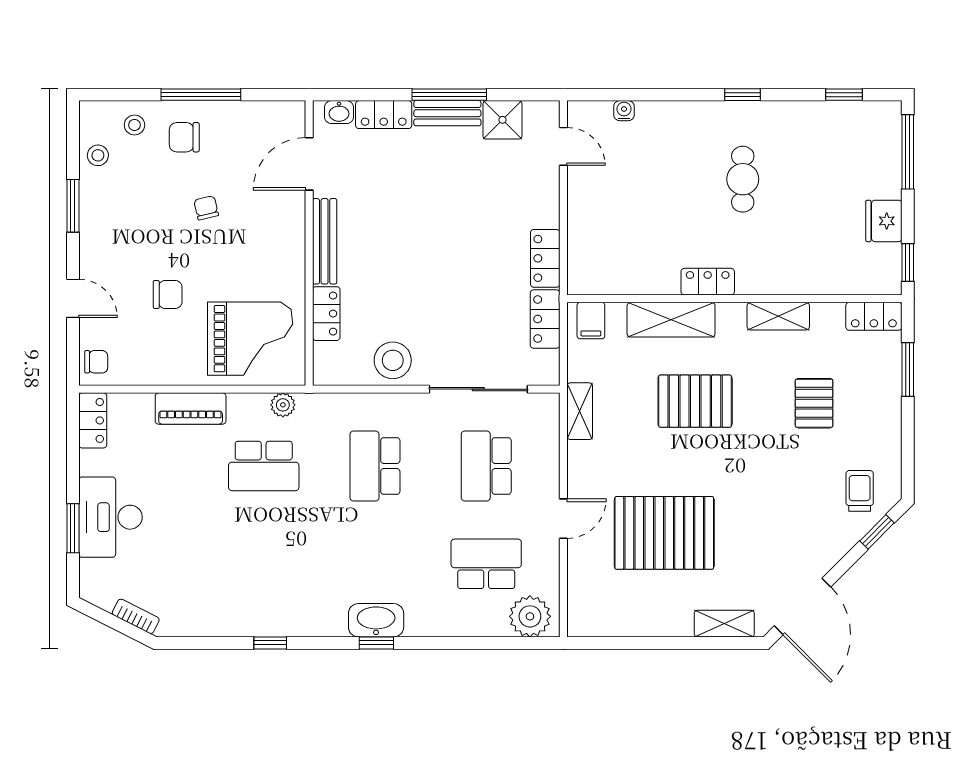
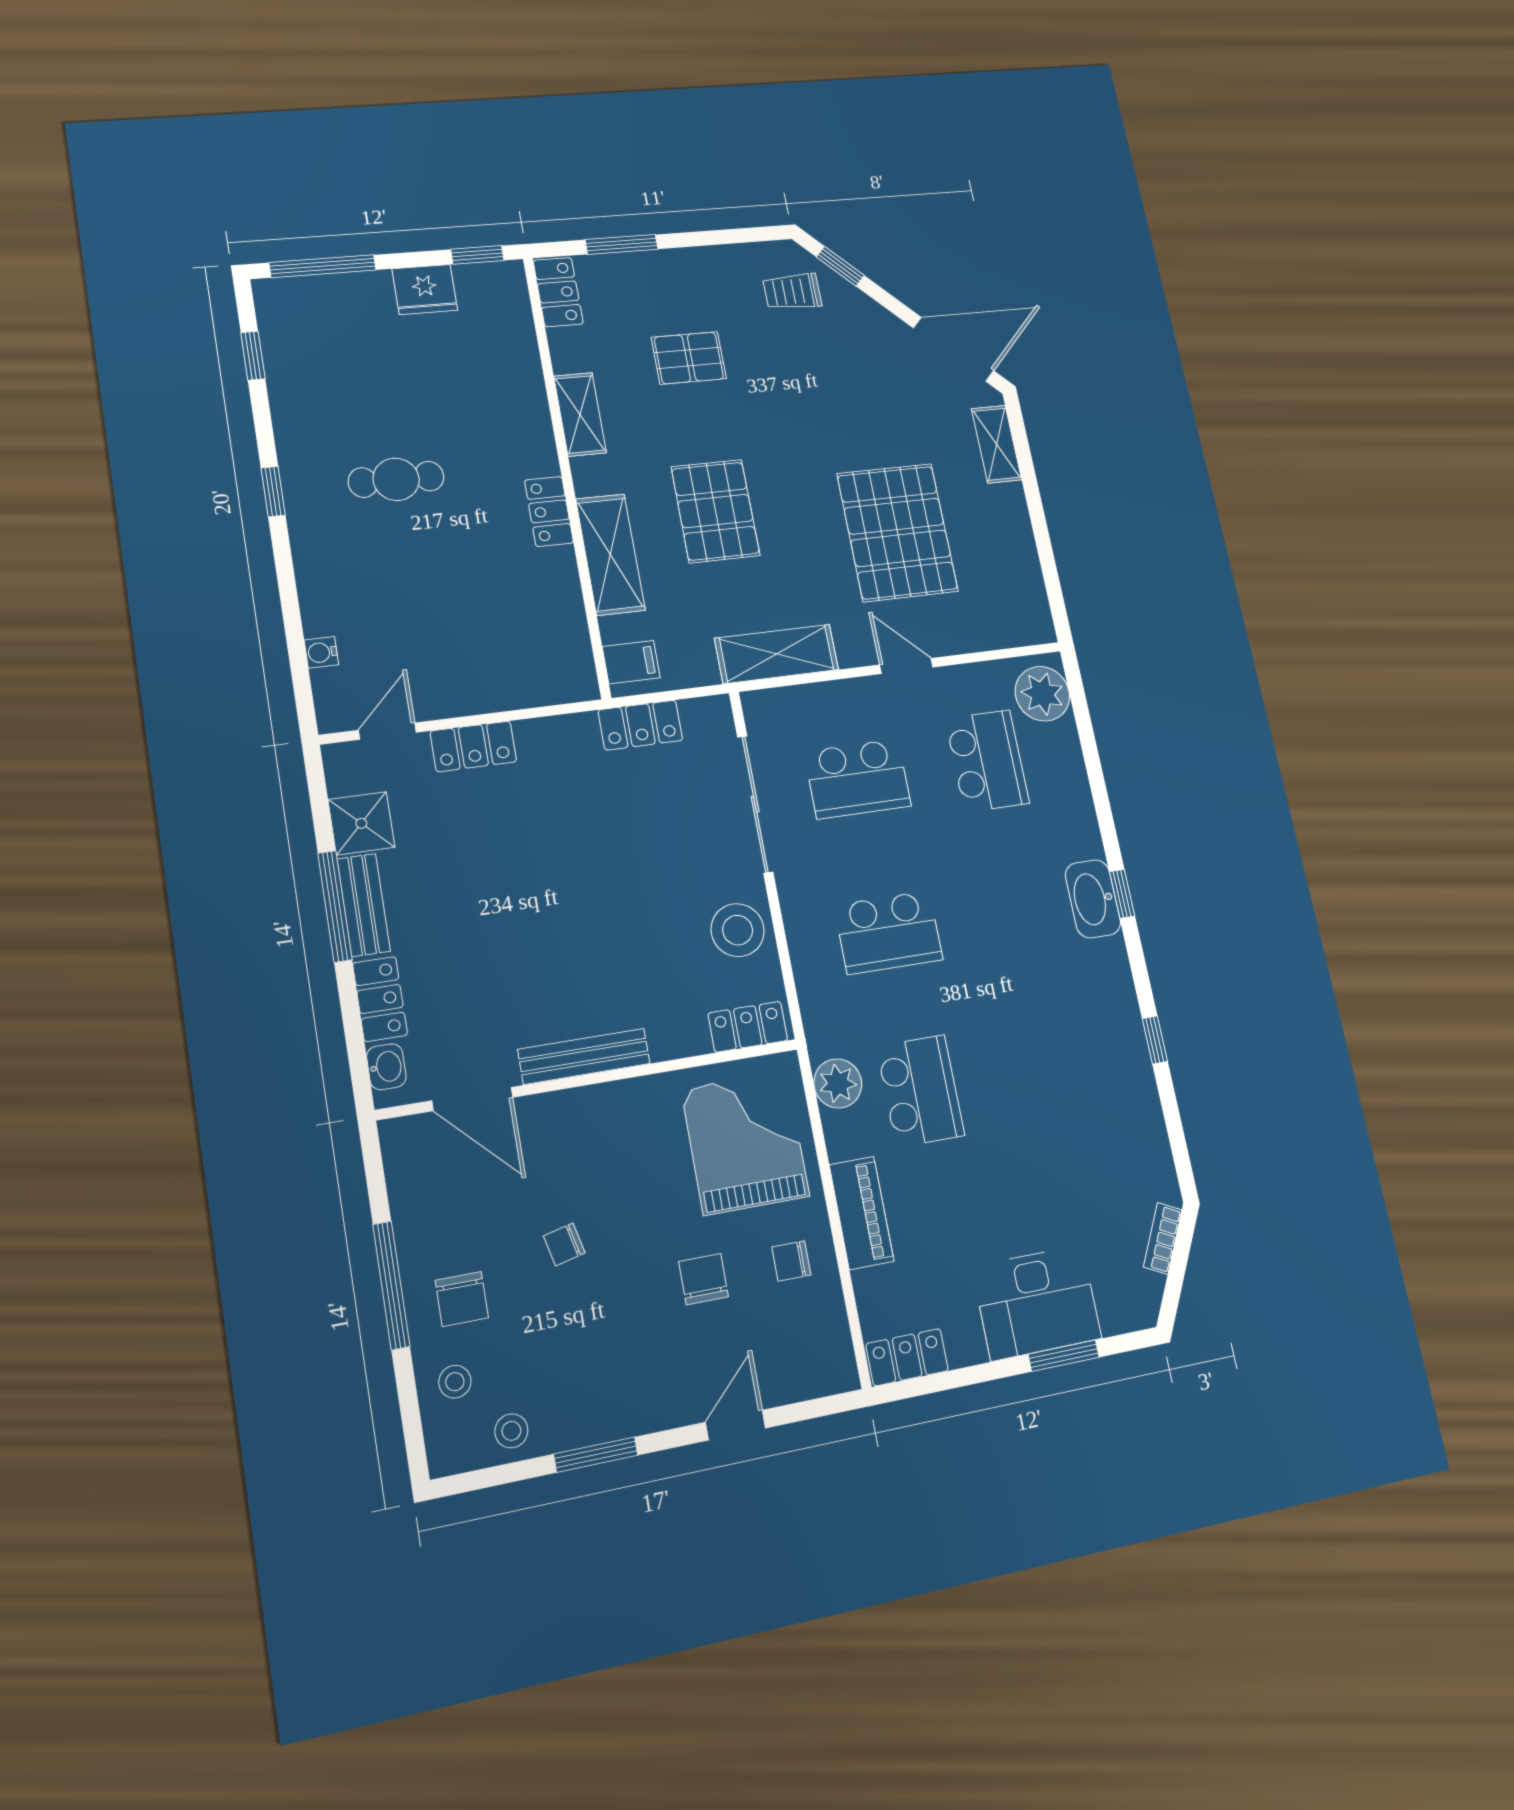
locker: (545, 258) -> (473, 746), moved
locker: (326, 314) -> (748, 1027), moved
chair: (96, 362) -> (791, 1261), moved, turned -90
plant: (283, 405) -> (838, 1083), width x1.38, depth x1.38
shelving: (580, 411) -> (777, 654), width x1.50, depth x1.33
school desk: (486, 564) -> (987, 761), turned 180

